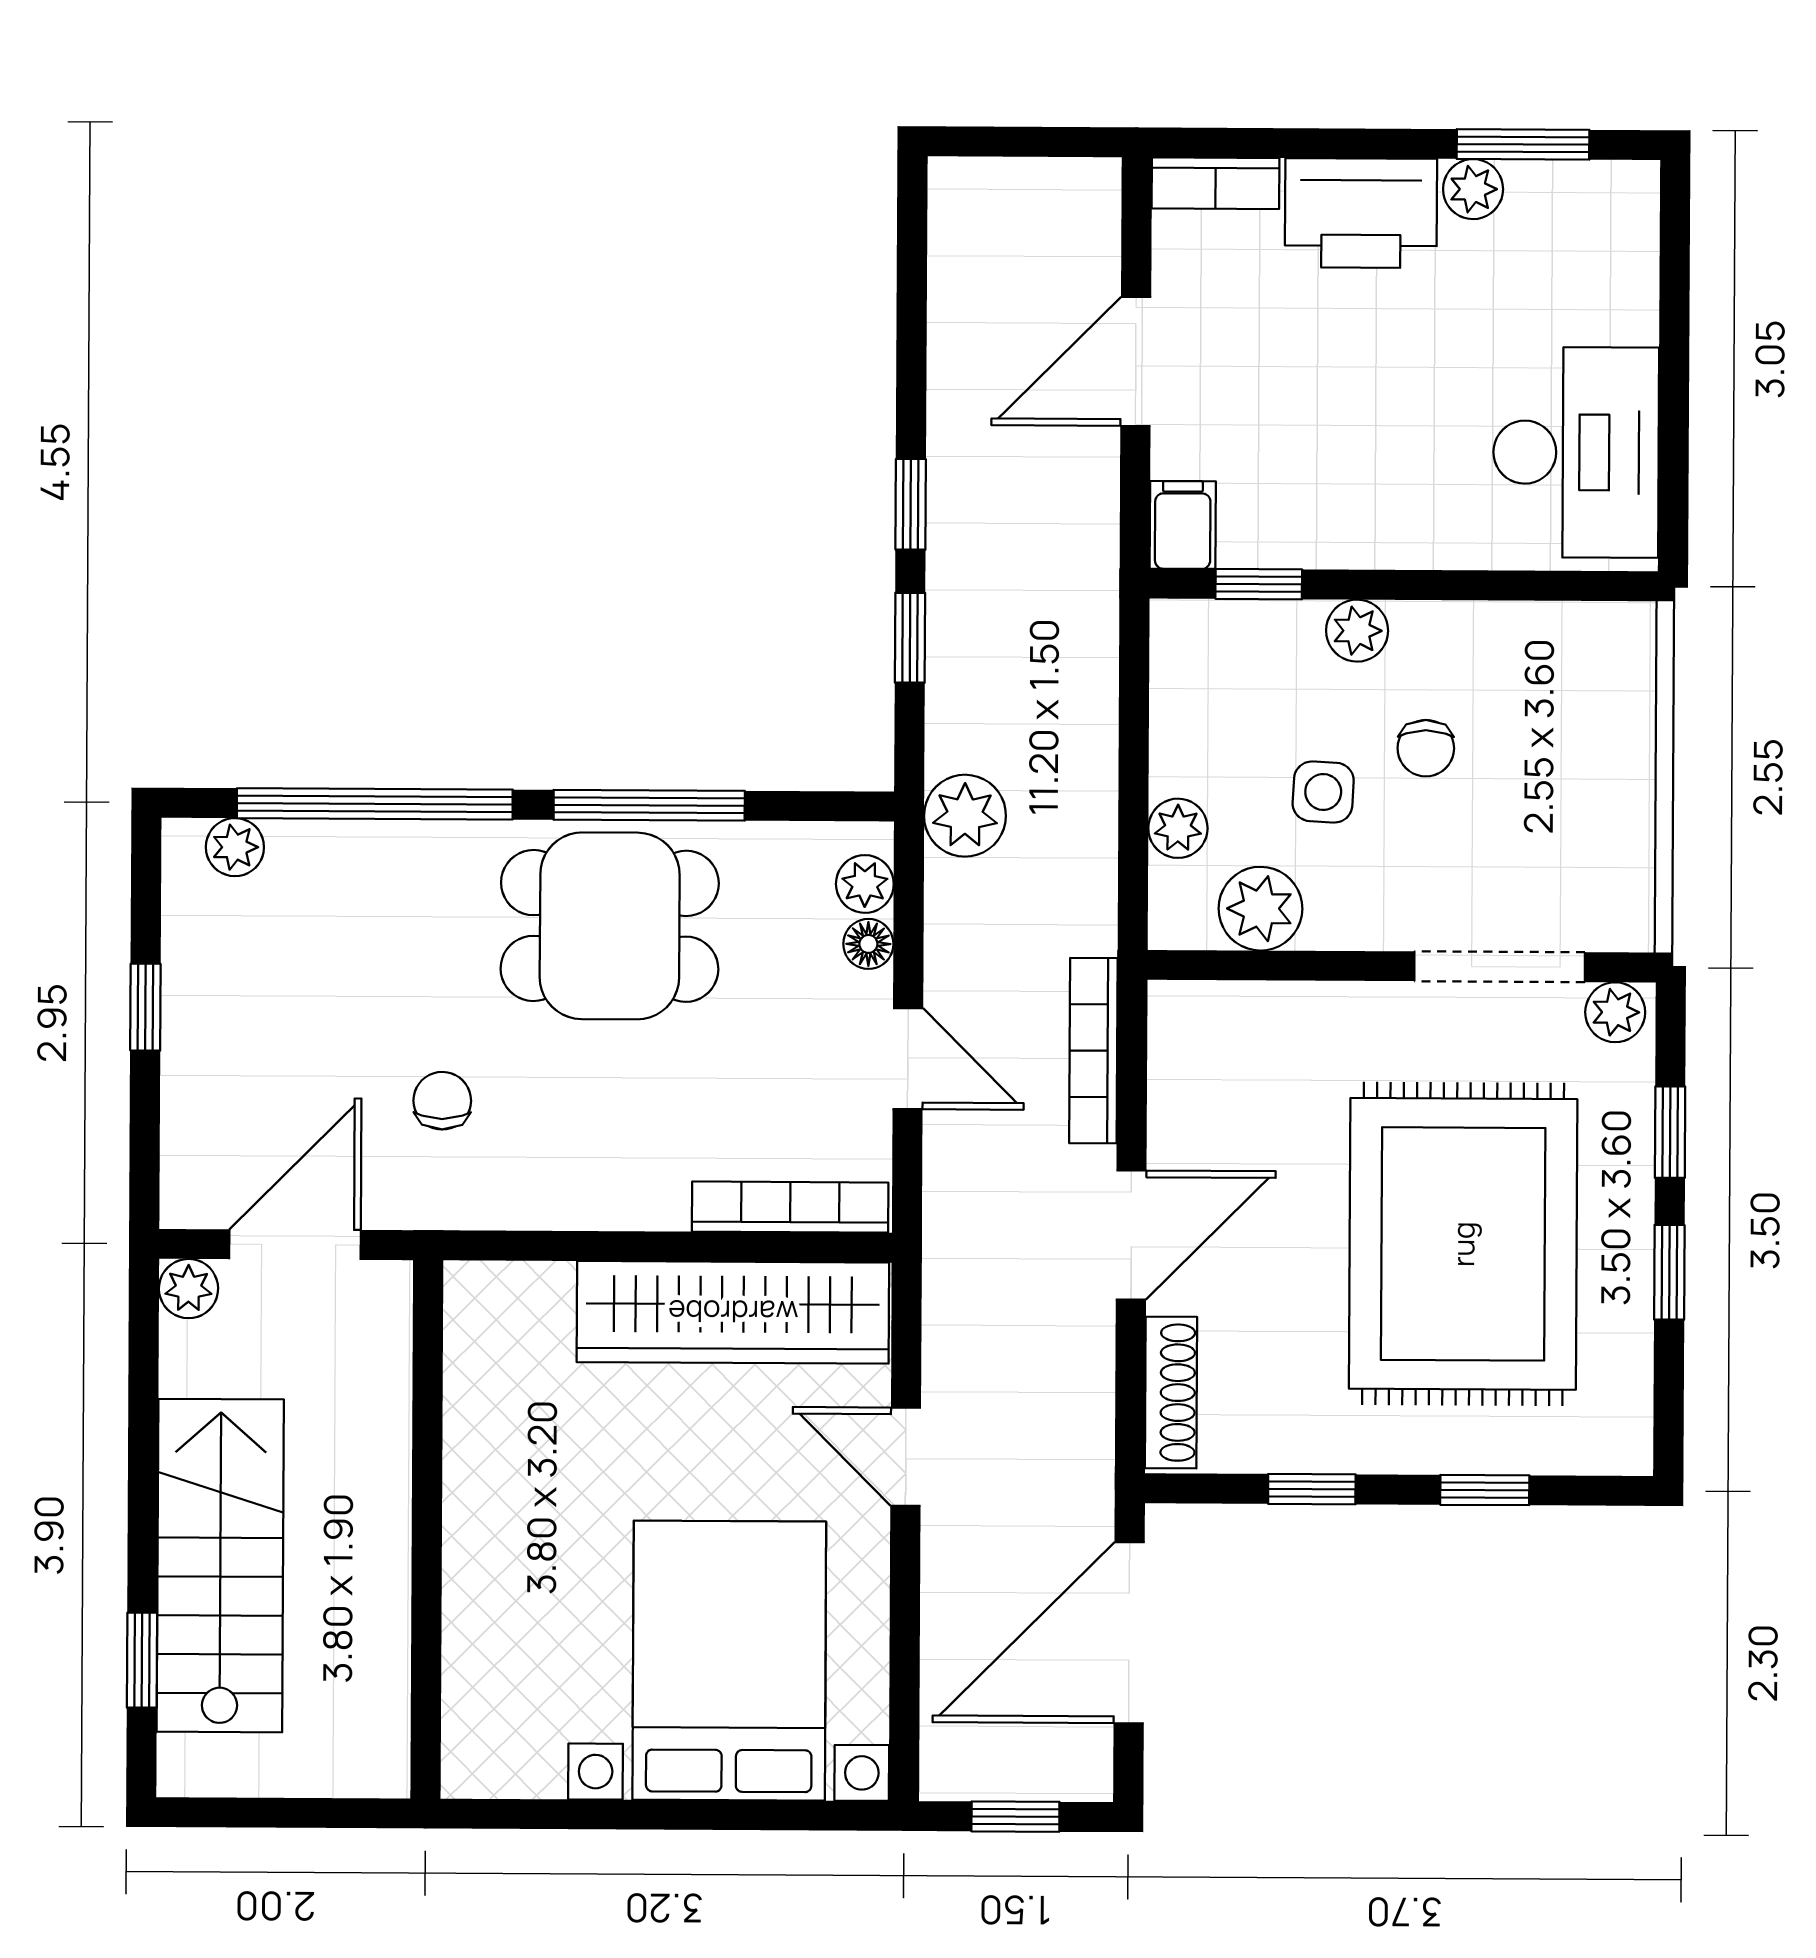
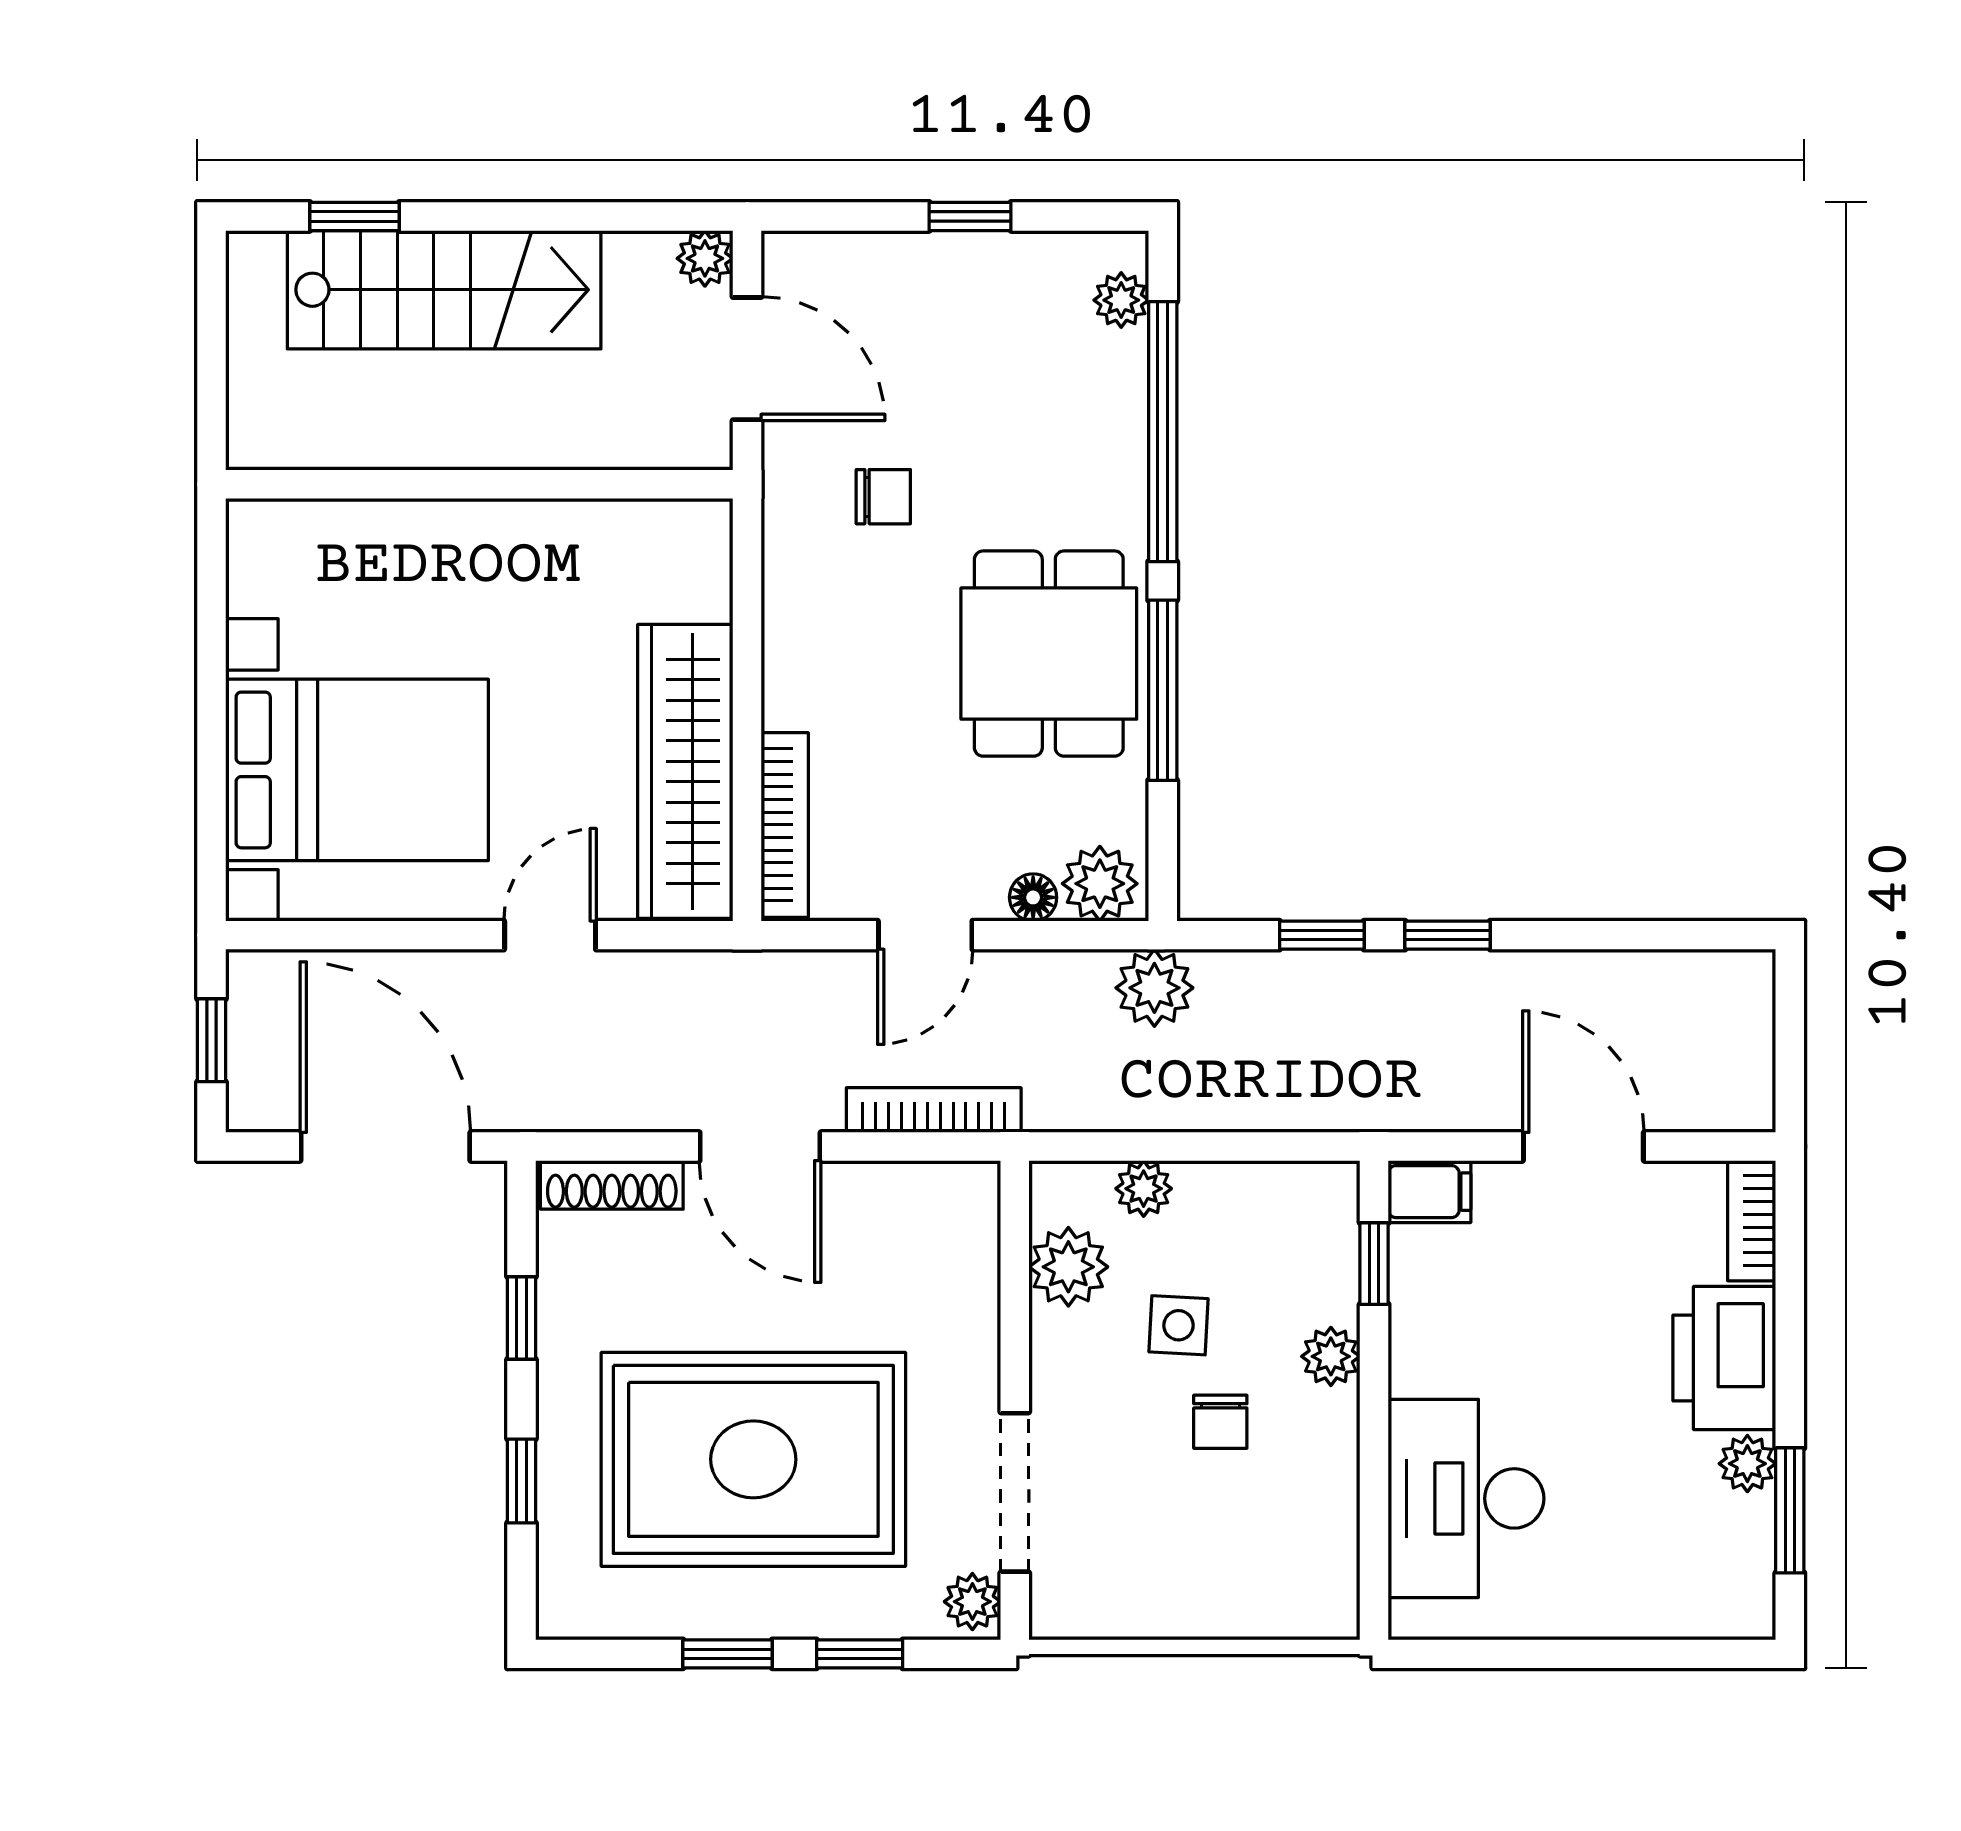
desk: (1576, 452) -> (1466, 1498), moved, turned 90
chair: (1426, 748) -> (1220, 1422), turned -90
plant: (865, 884) -> (1100, 884), width x1.38, depth x1.38

